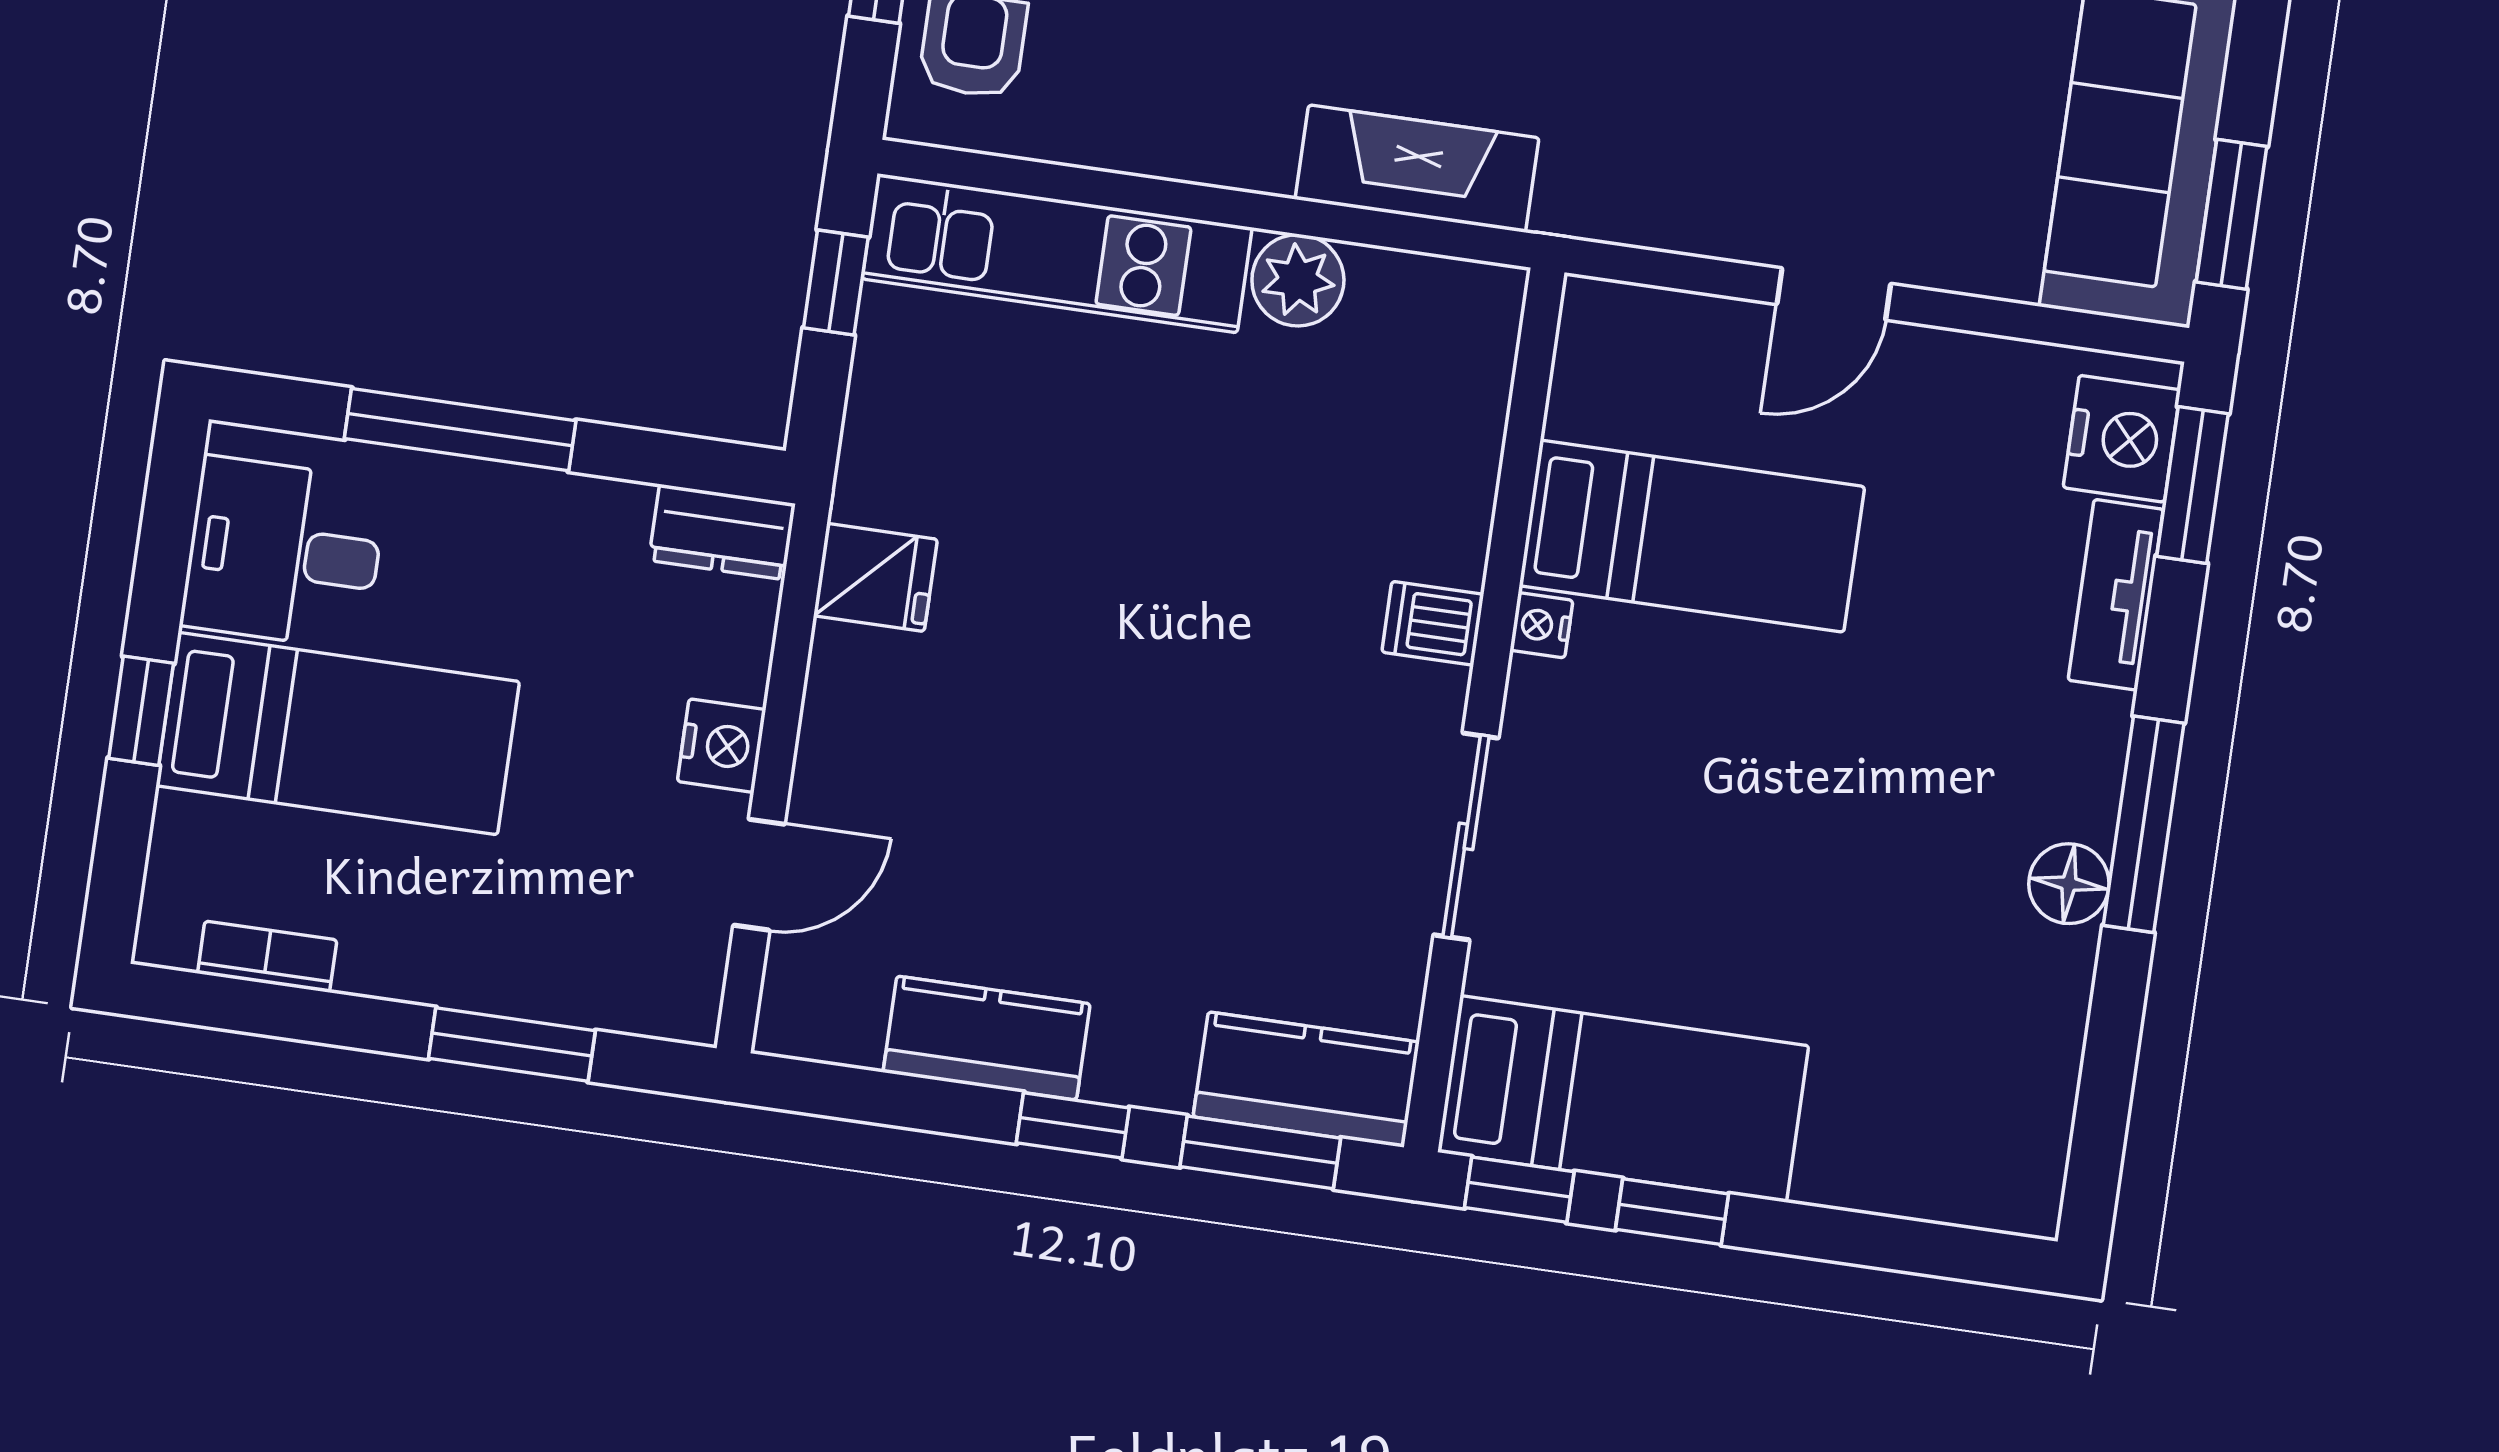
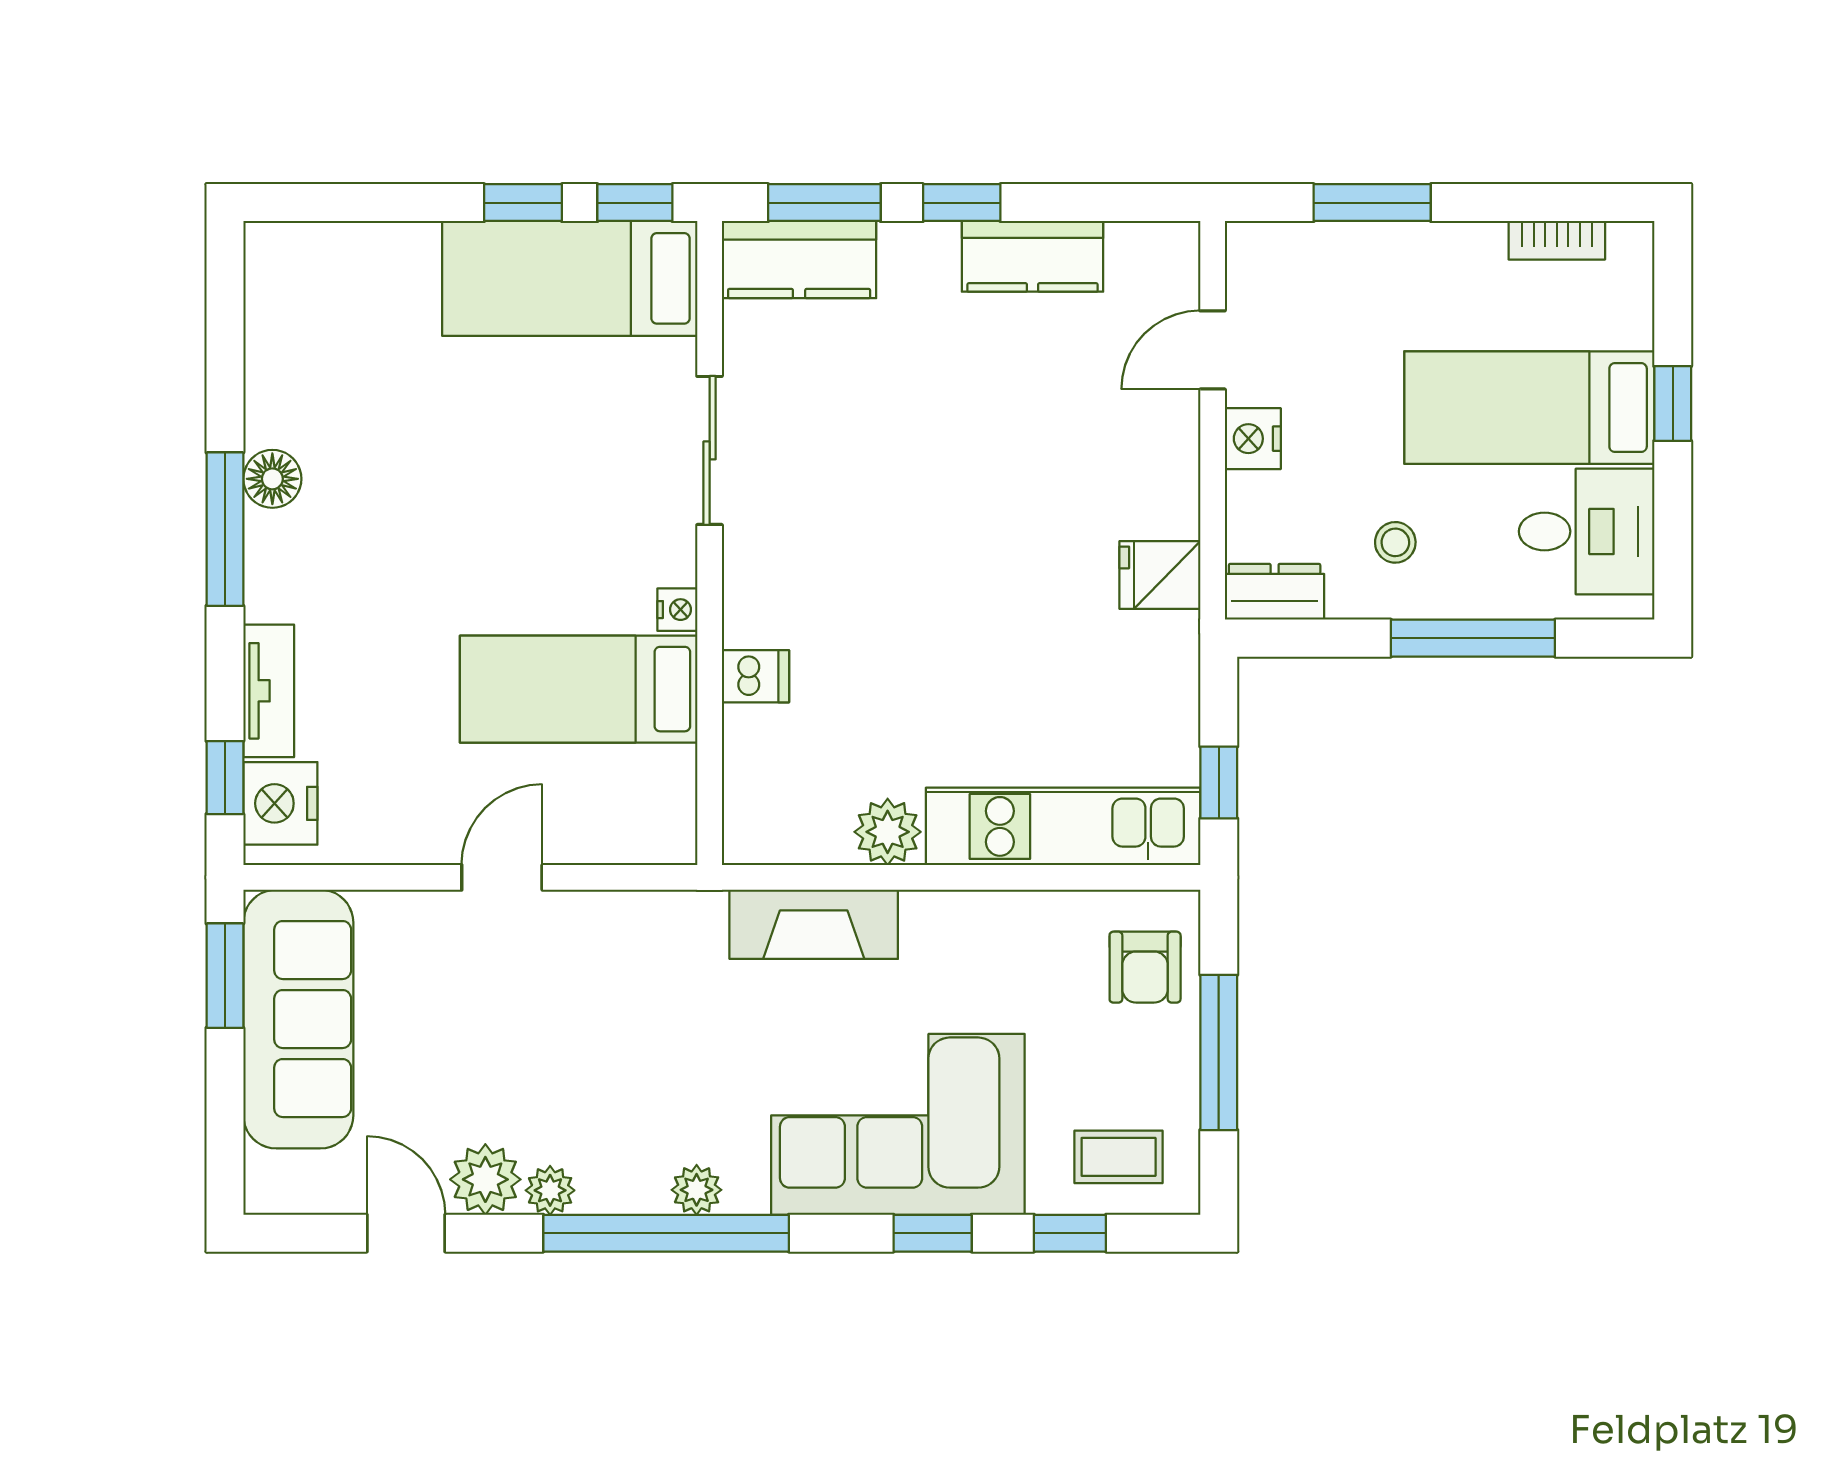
window: (2192, 485) -> (225, 778), width x0.67
stool: (547, 576) -> (1395, 542), added
dishwasher: (1433, 623) -> (755, 676), moved

